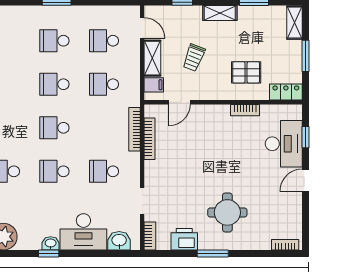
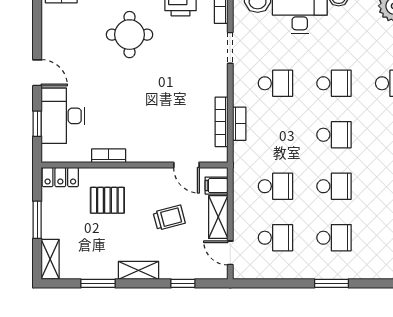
trolley: (194, 58) -> (169, 218), turned 54
door: (179, 102) -> (186, 165), swing flipped
bookcase: (135, 129) -> (239, 124), width x0.64
door: (305, 180) -> (37, 73), hinge flipped

